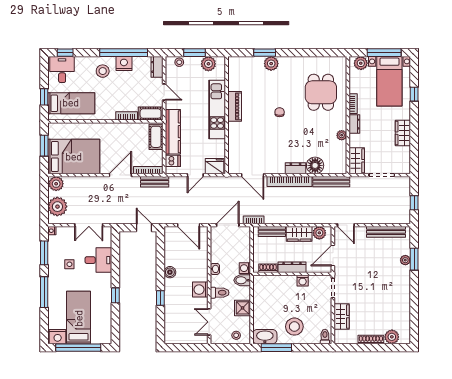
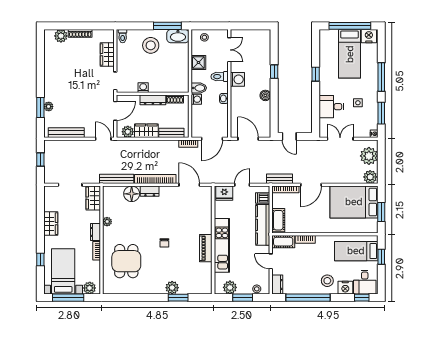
nightstand: (124, 64) -> (345, 288), moved

